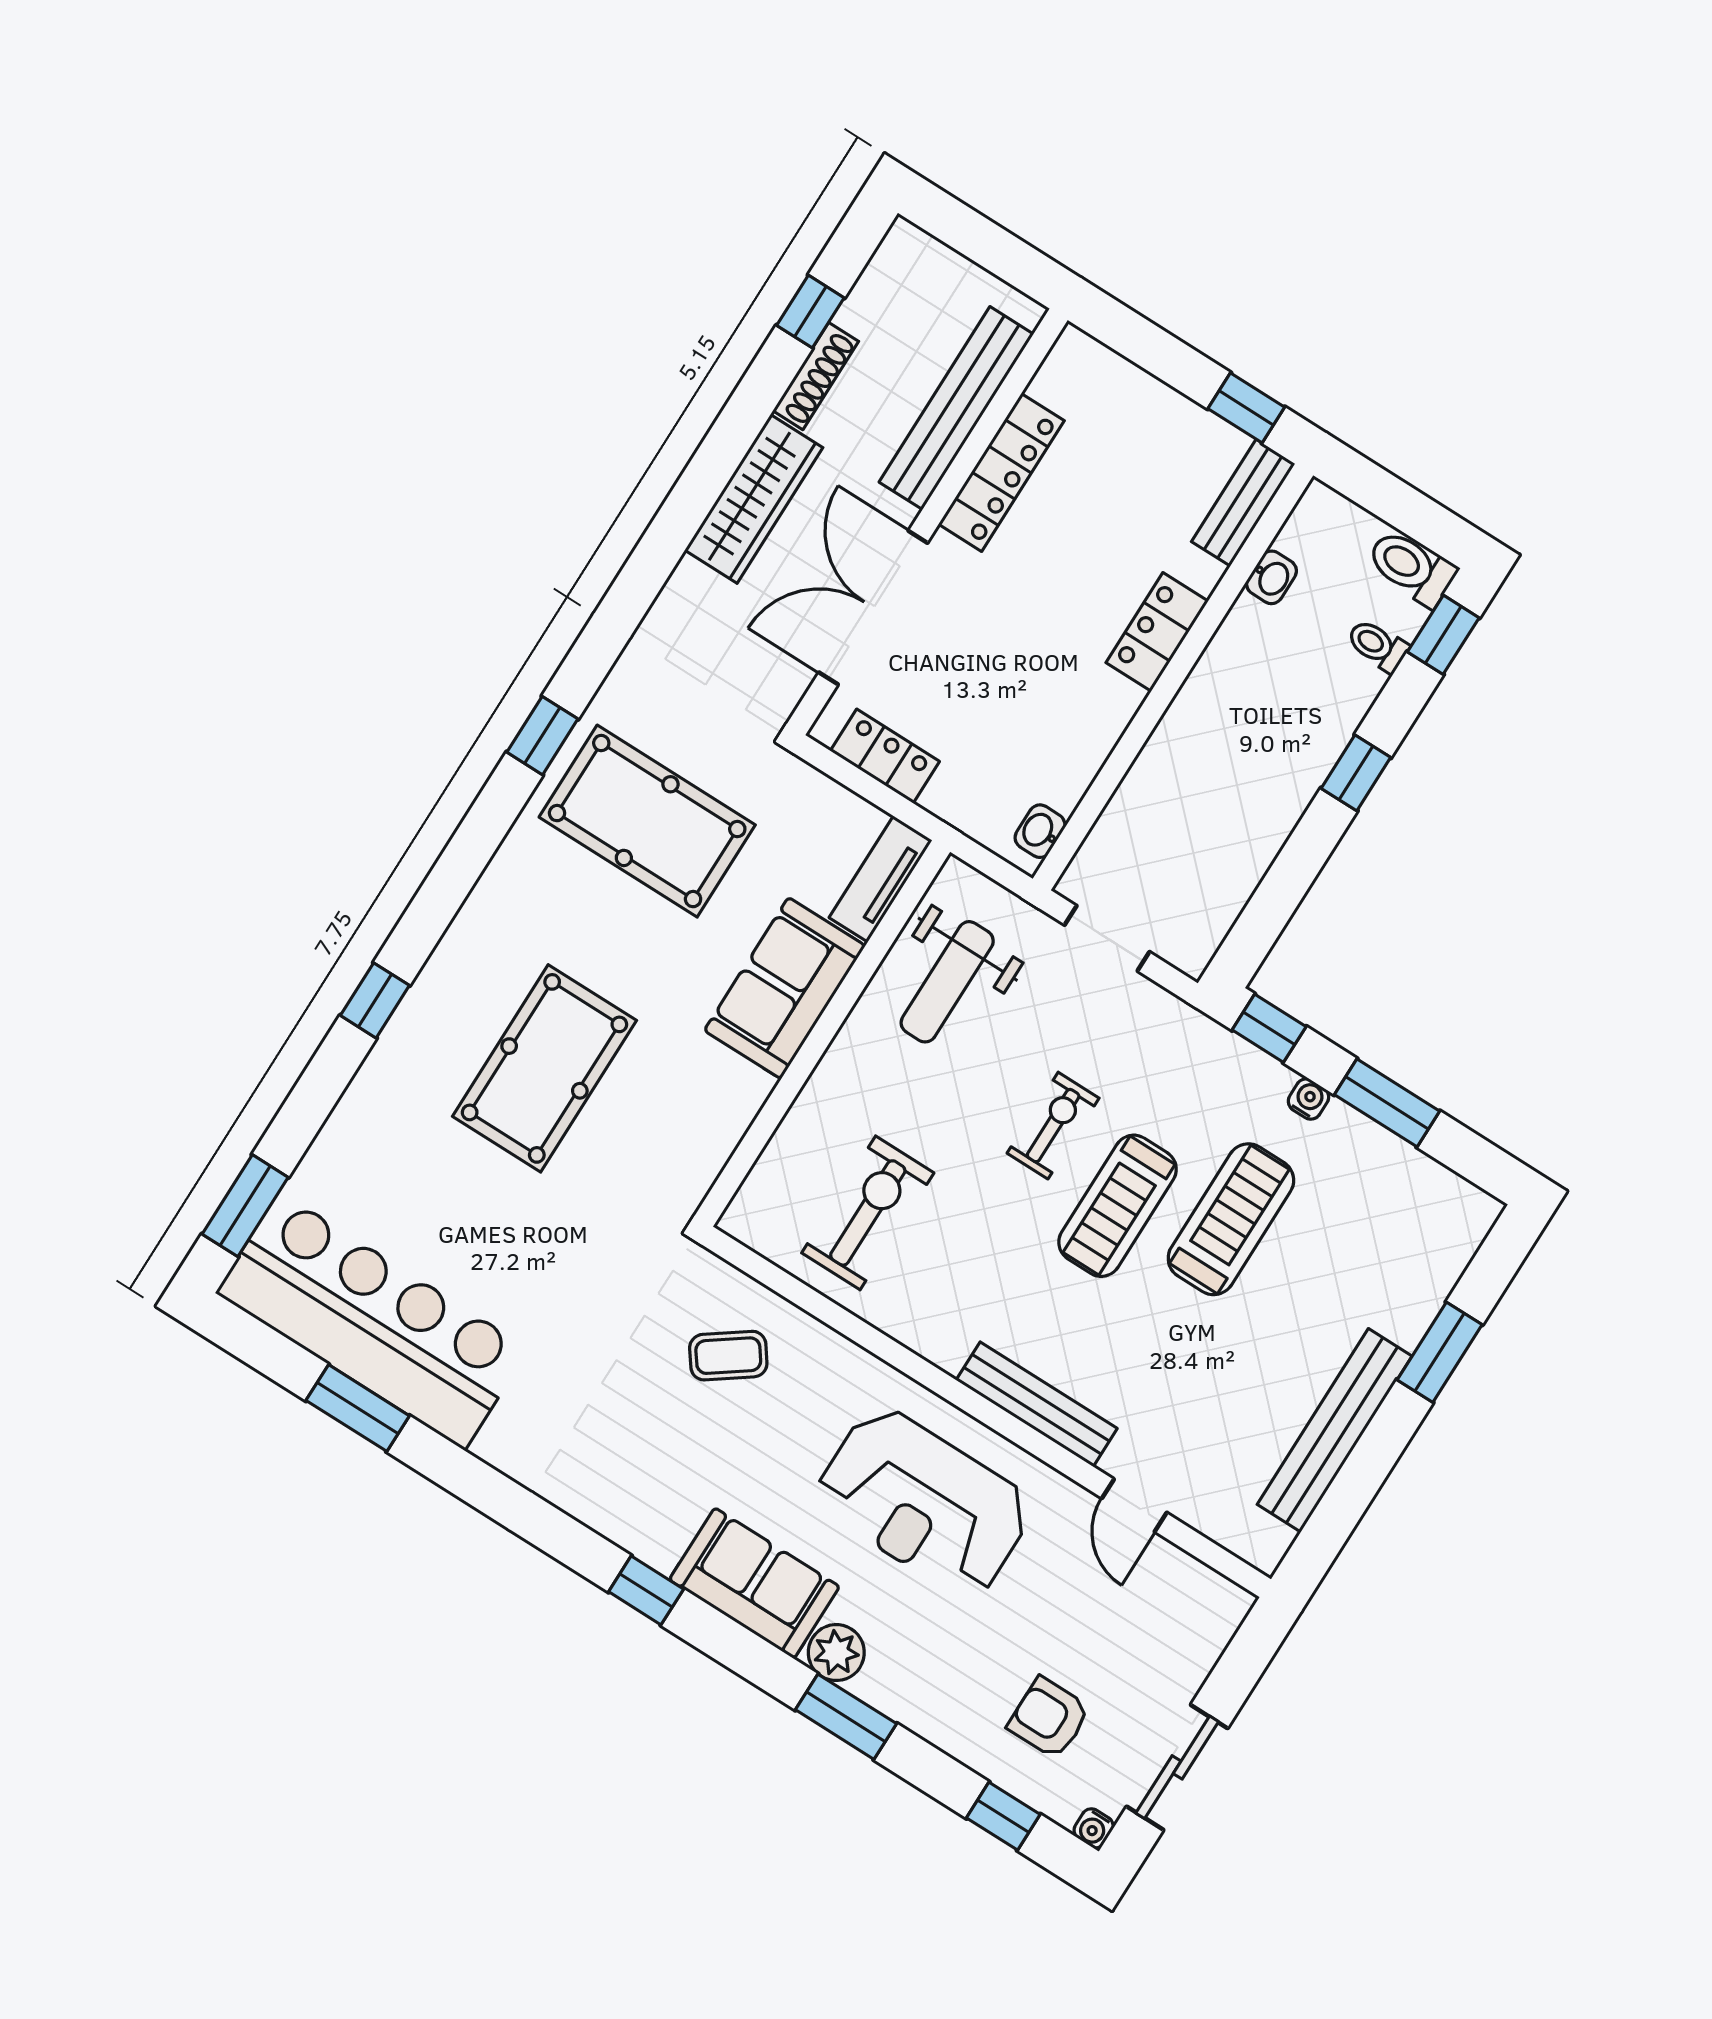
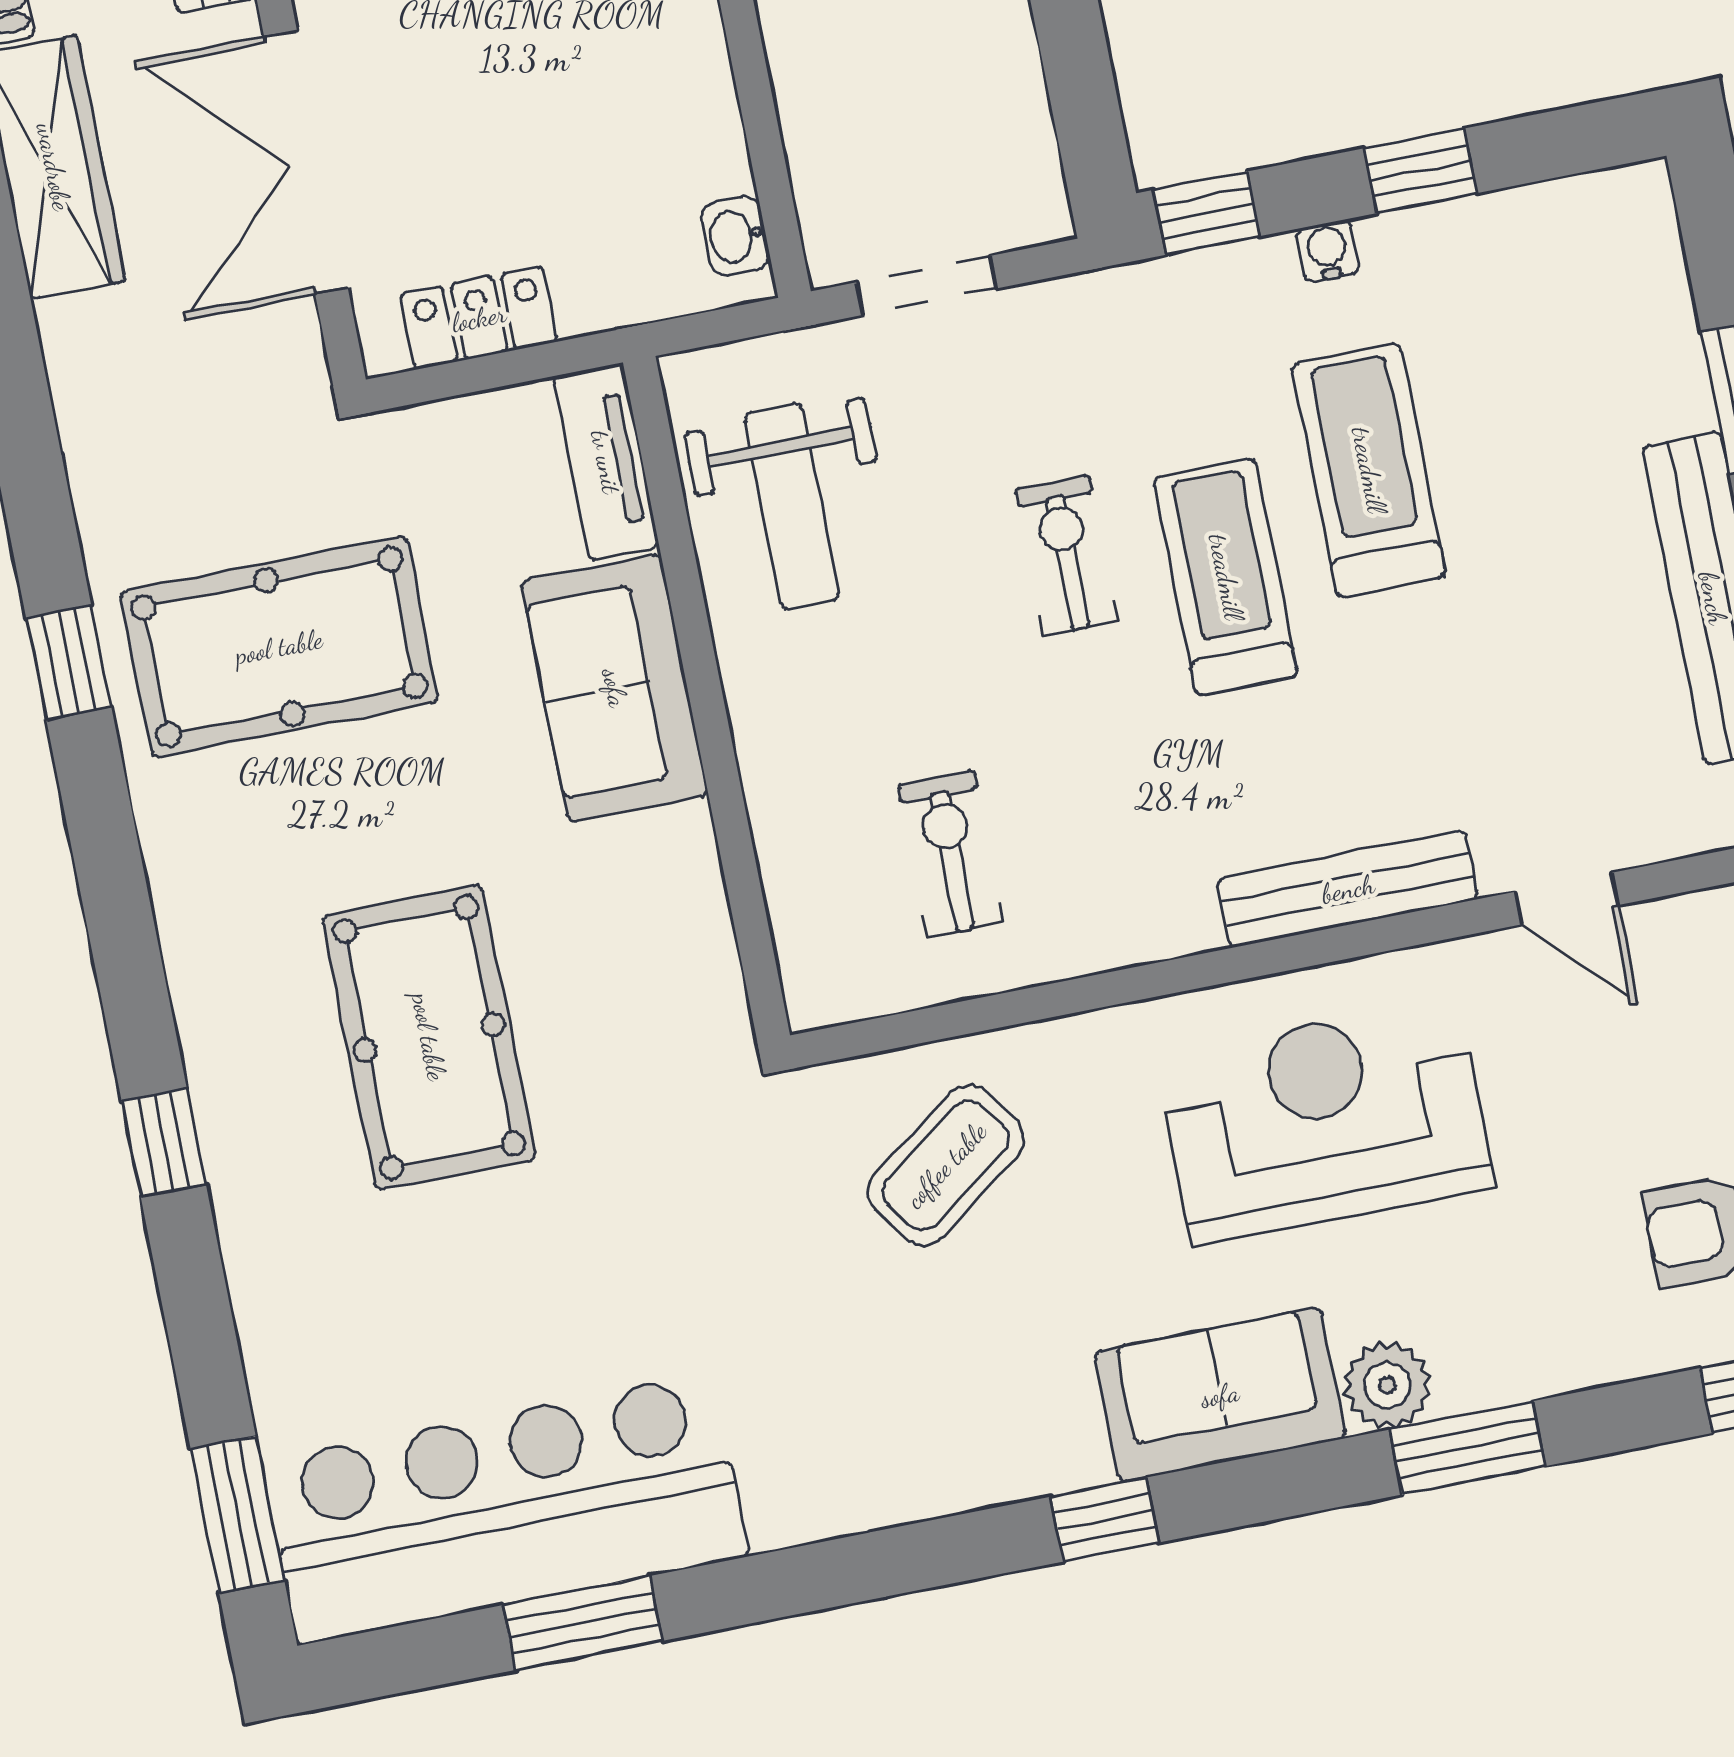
window: (1387, 1103) -> (1420, 171), width x0.67
treadmill: (1118, 1206) -> (1226, 577), turned 180
exercise bike: (868, 1213) -> (951, 854), width x0.73, depth x0.72
coffee table: (728, 1356) -> (946, 1165), width x1.36, depth x1.30
reception desk: (924, 1502) -> (1325, 1121), turned 180

